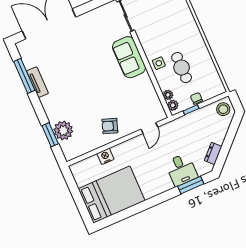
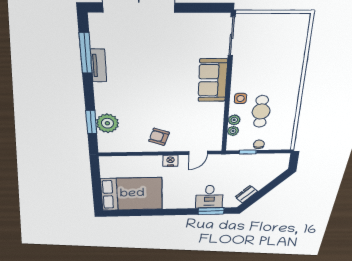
plant: (173, 105) -> (234, 120), moved
stool: (223, 109) -> (278, 163), removed
nightstand: (105, 156) -> (170, 161), moved

